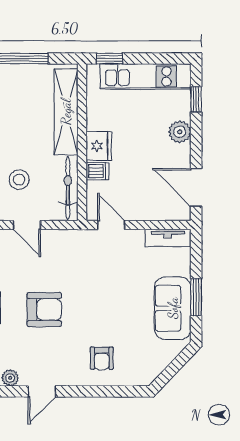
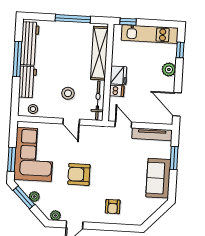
tv unit: (168, 238) -> (152, 134), width x1.41
window: (196, 297) -> (174, 158), moved
armchair: (44, 309) -> (79, 174), turned 180

